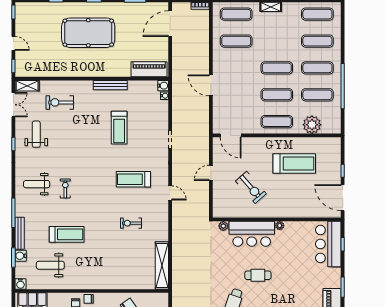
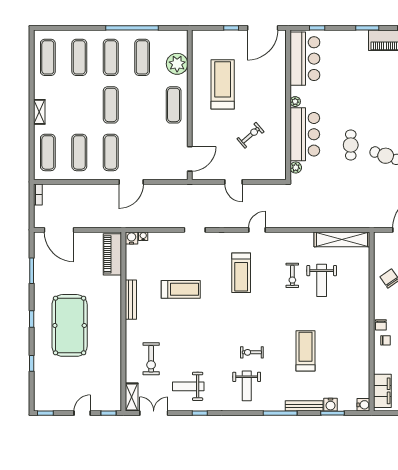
exercise mat: (277, 95) -> (111, 152), moved
exercise bike: (251, 187) -> (250, 135), width x0.73, depth x0.72
bar counter: (328, 244) -> (305, 59), moved, turned -90
weight bench: (50, 265) -> (322, 280), moved
cafe table: (258, 275) -> (351, 145), moved

